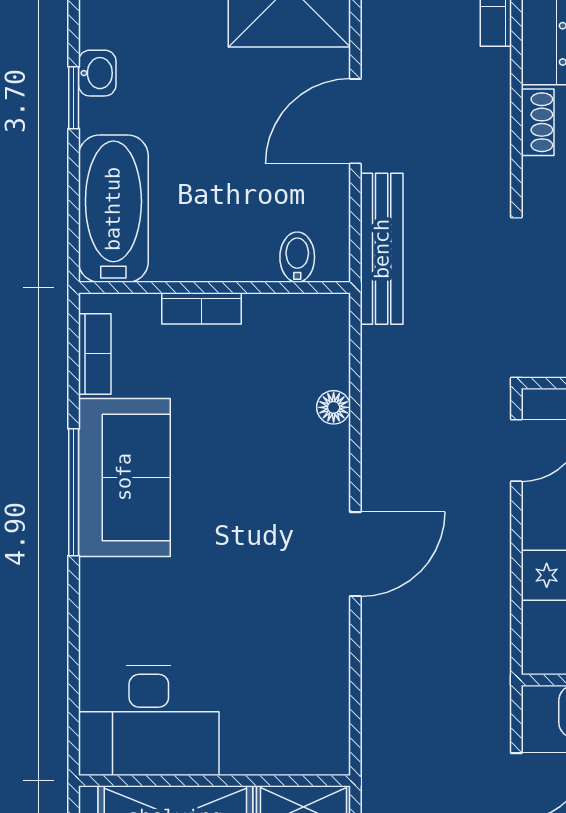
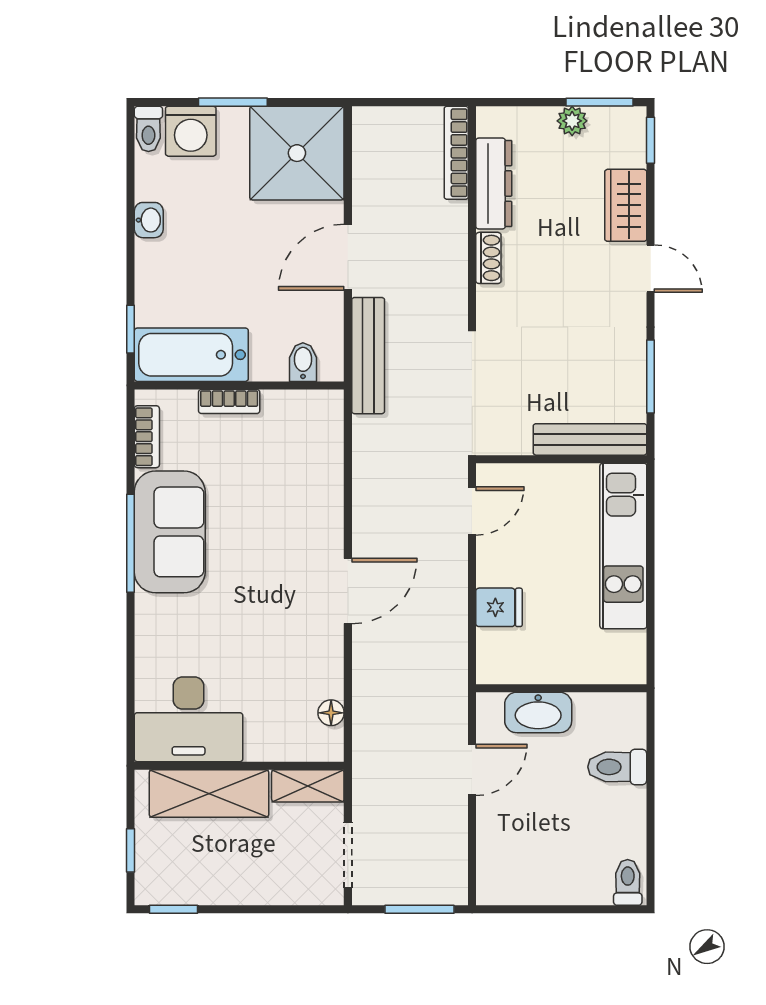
window: (74, 98) -> (131, 329), moved
bathtub: (113, 209) -> (191, 355), moved, turned -90
floor lamp: (334, 407) -> (331, 713), moved

